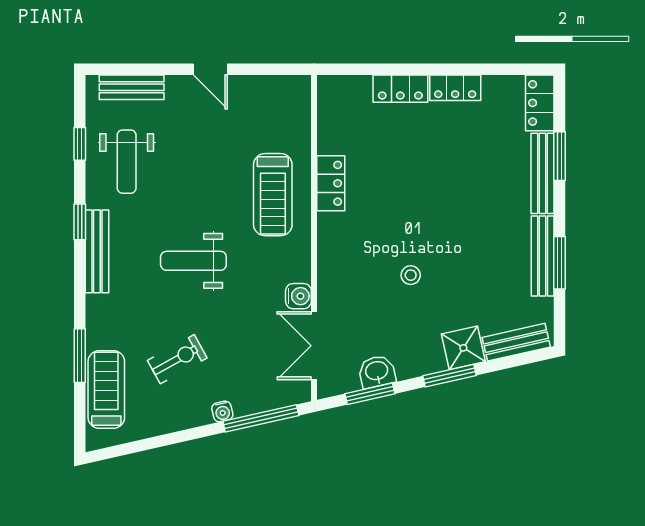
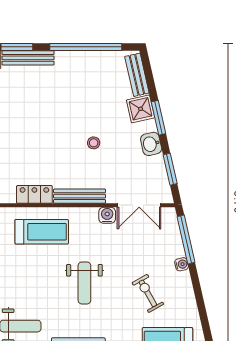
bench: (543, 256) -> (80, 196), moved
window: (559, 263) -> (86, 47), width x2.11
washbasin: (377, 371) -> (151, 144), moved

